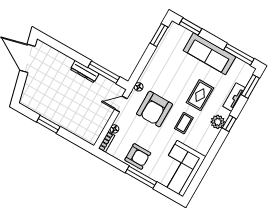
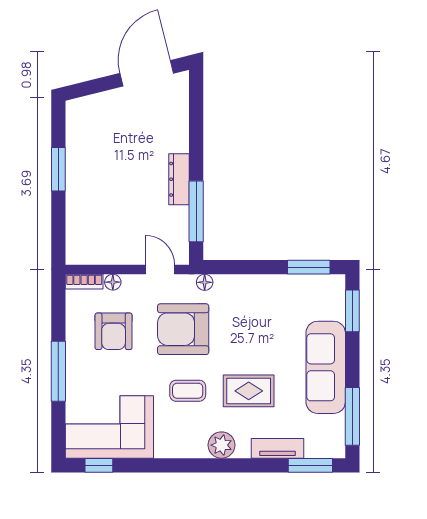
window: (229, 123) -> (99, 465), moved
armchair: (138, 157) -> (114, 331), moved

